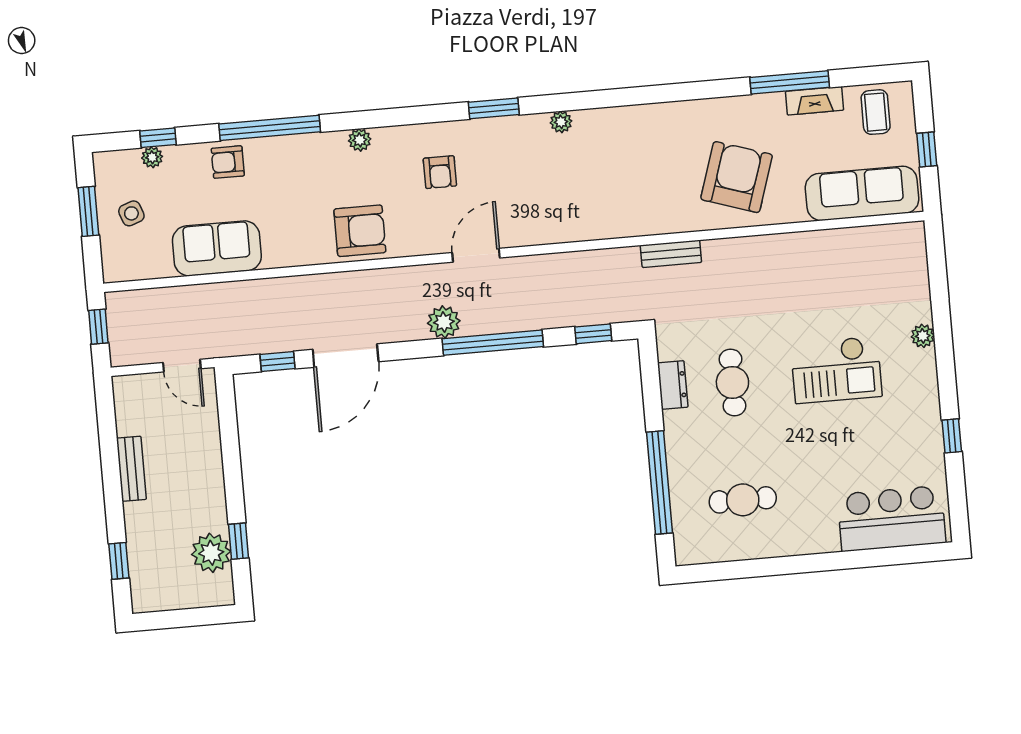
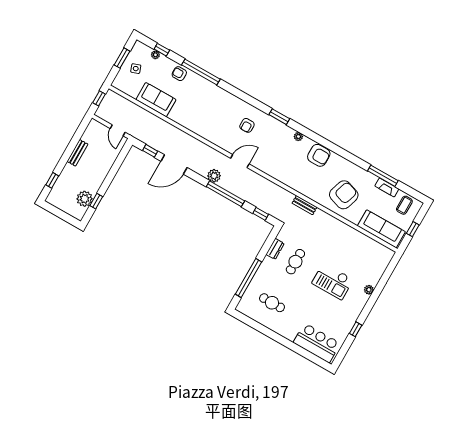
plant: (360, 140) -> (228, 96), removed
armchair: (360, 231) -> (319, 155), moved

